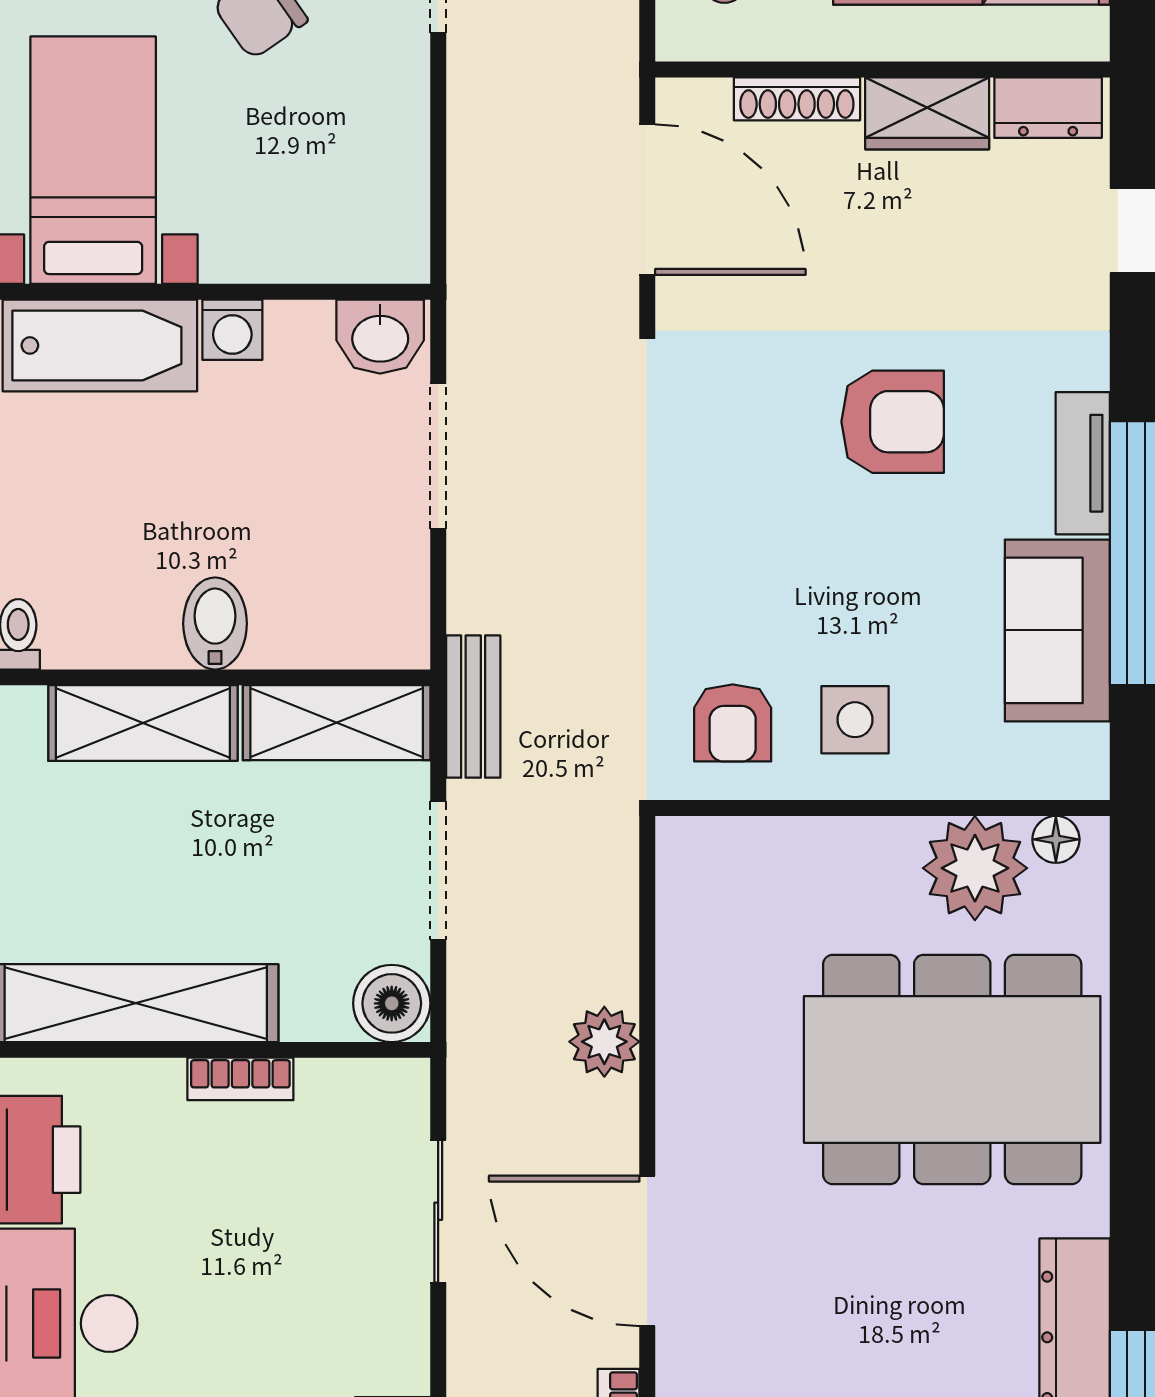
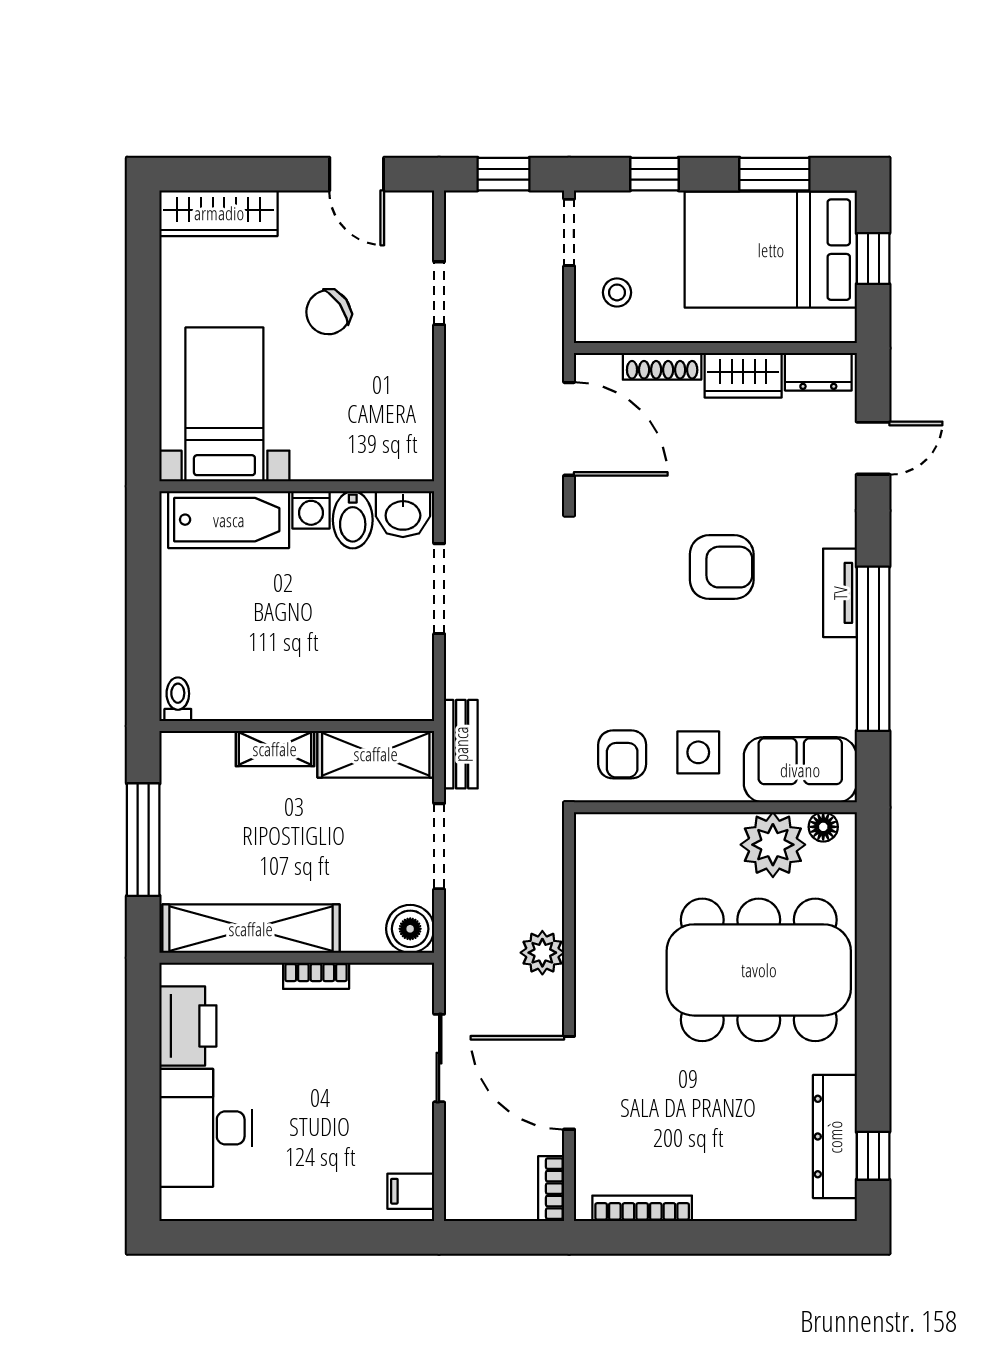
bidet: (215, 623) -> (353, 520), moved, turned 180
sofa: (1057, 630) -> (800, 770), moved, turned 90
shelving: (143, 723) -> (275, 749), width x0.67, depth x0.75

